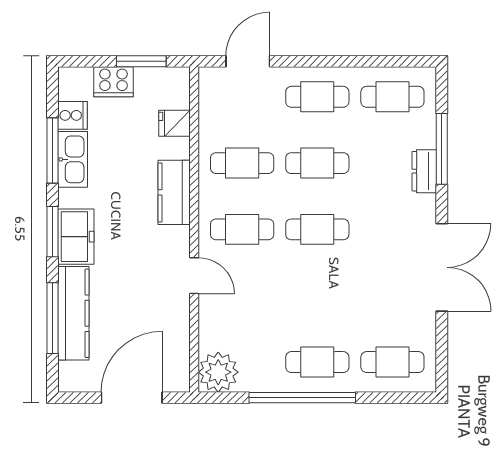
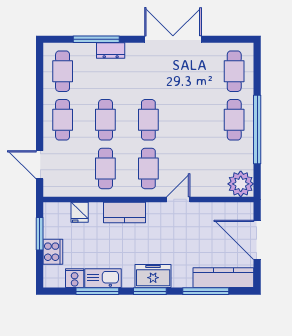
kitchen counter: (73, 313) -> (223, 278), moved

